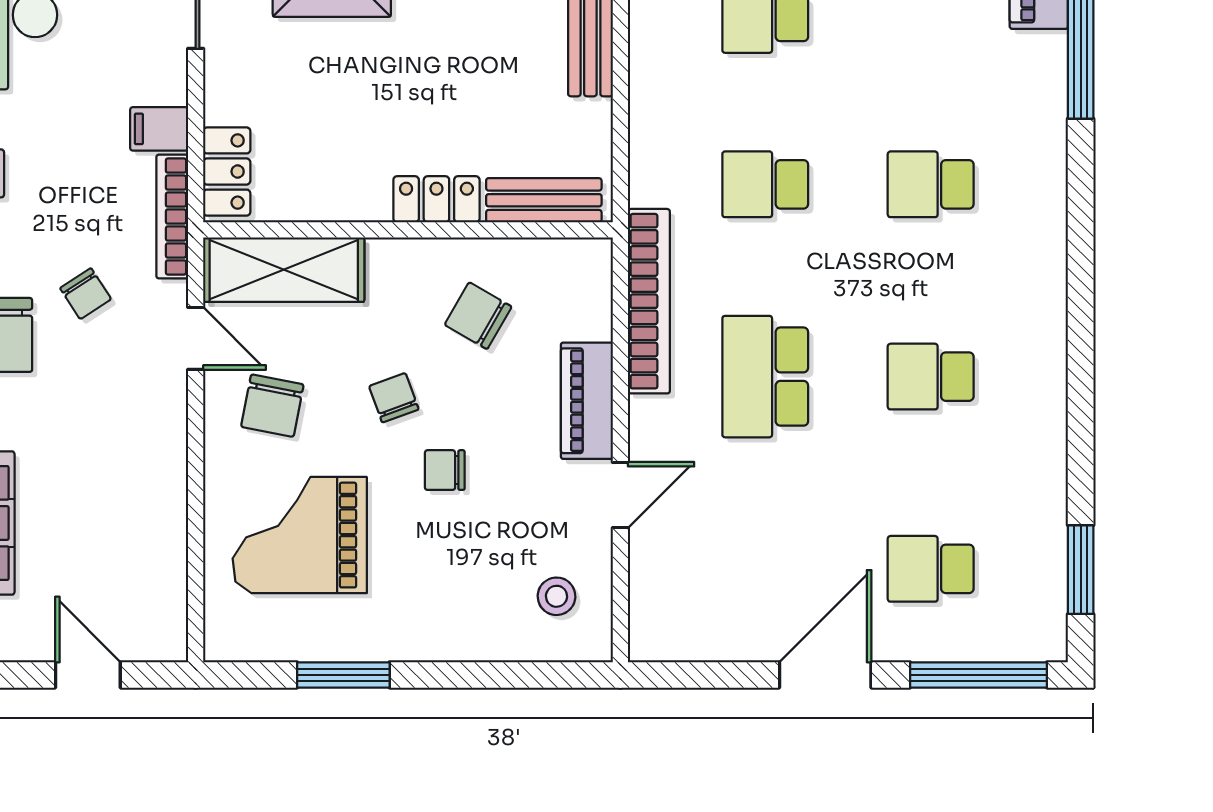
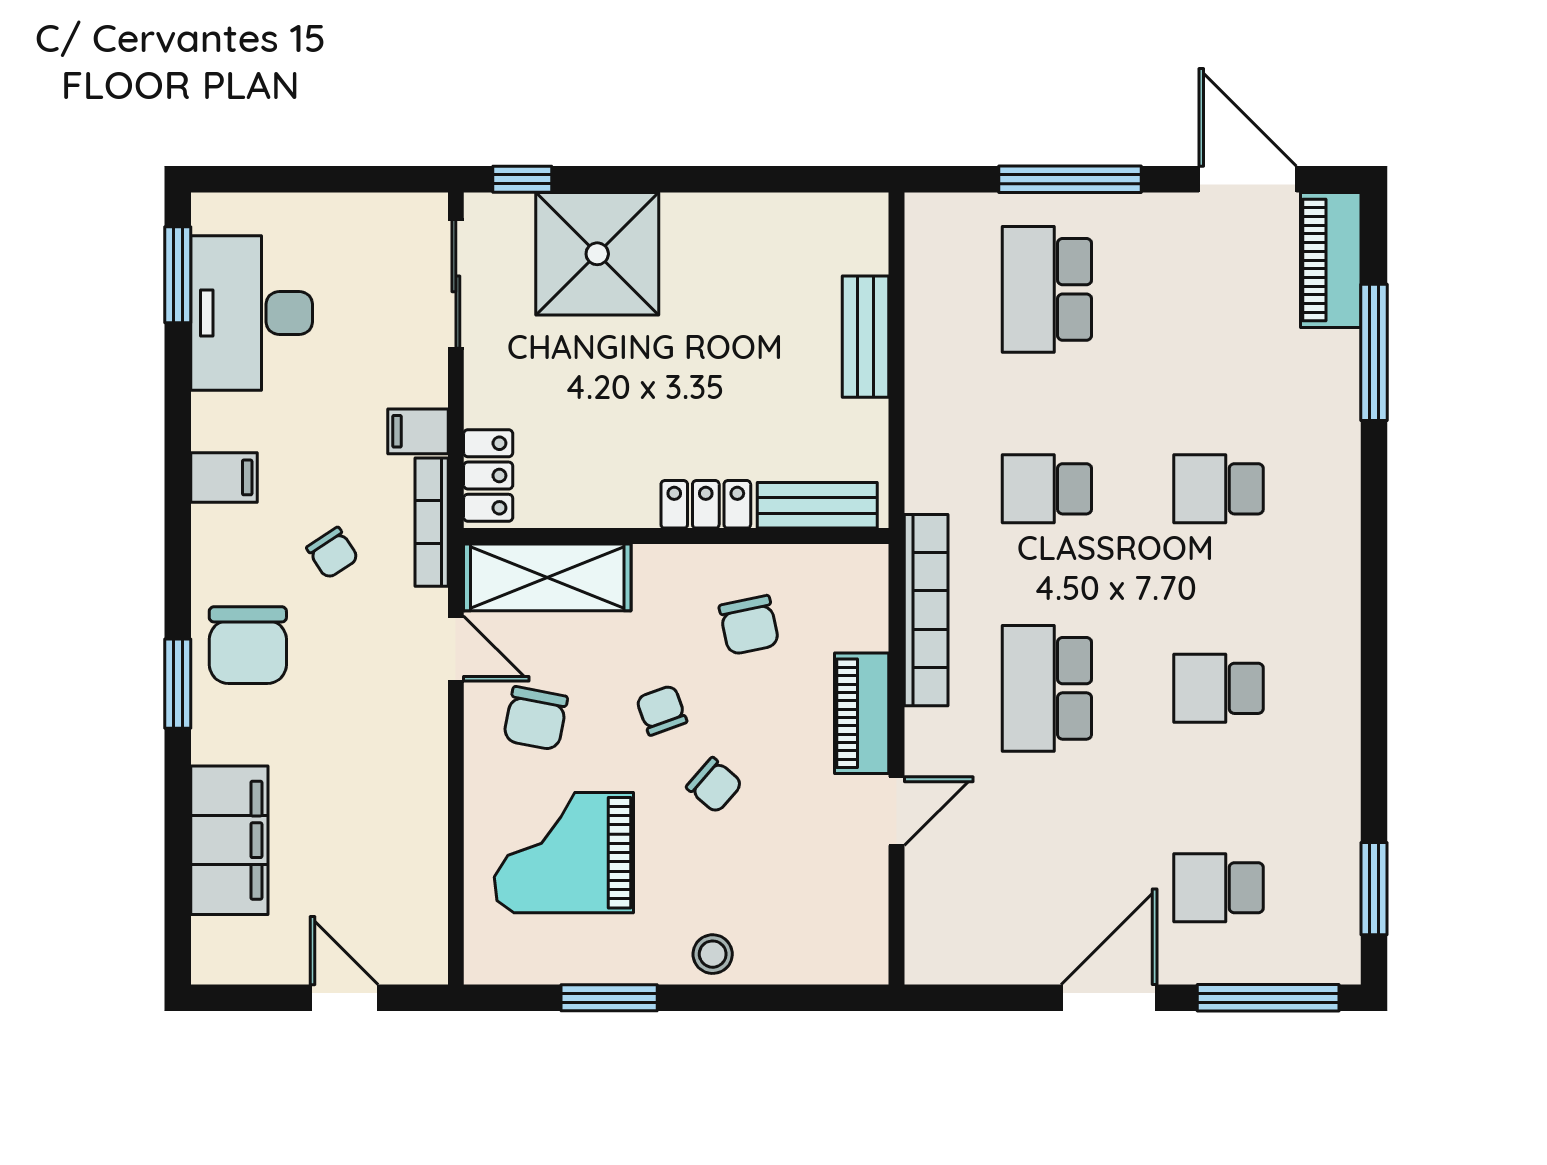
chair: (86, 294) -> (332, 553), moved
chair: (478, 316) -> (749, 625), turned -132
chair: (445, 470) -> (714, 785), turned -139
stool: (556, 596) -> (713, 954), moved

